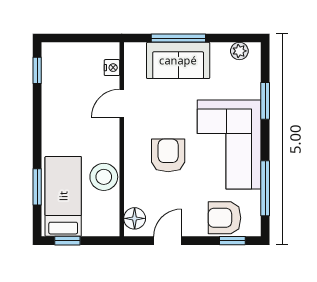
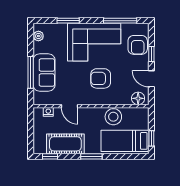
cot: (58, 96) -> (65, 144), added
window: (37, 187) -> (91, 156), moved
window: (232, 241) -> (151, 54), moved

